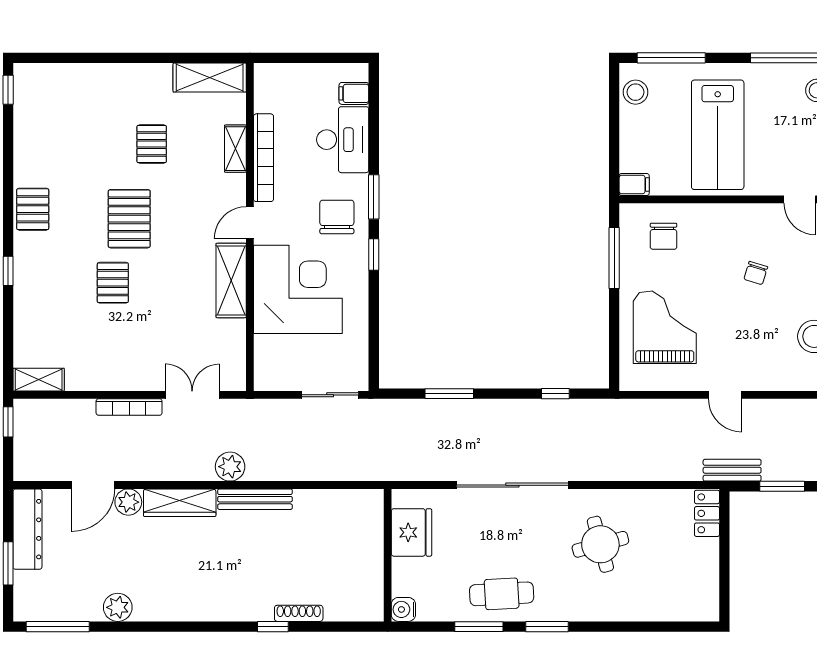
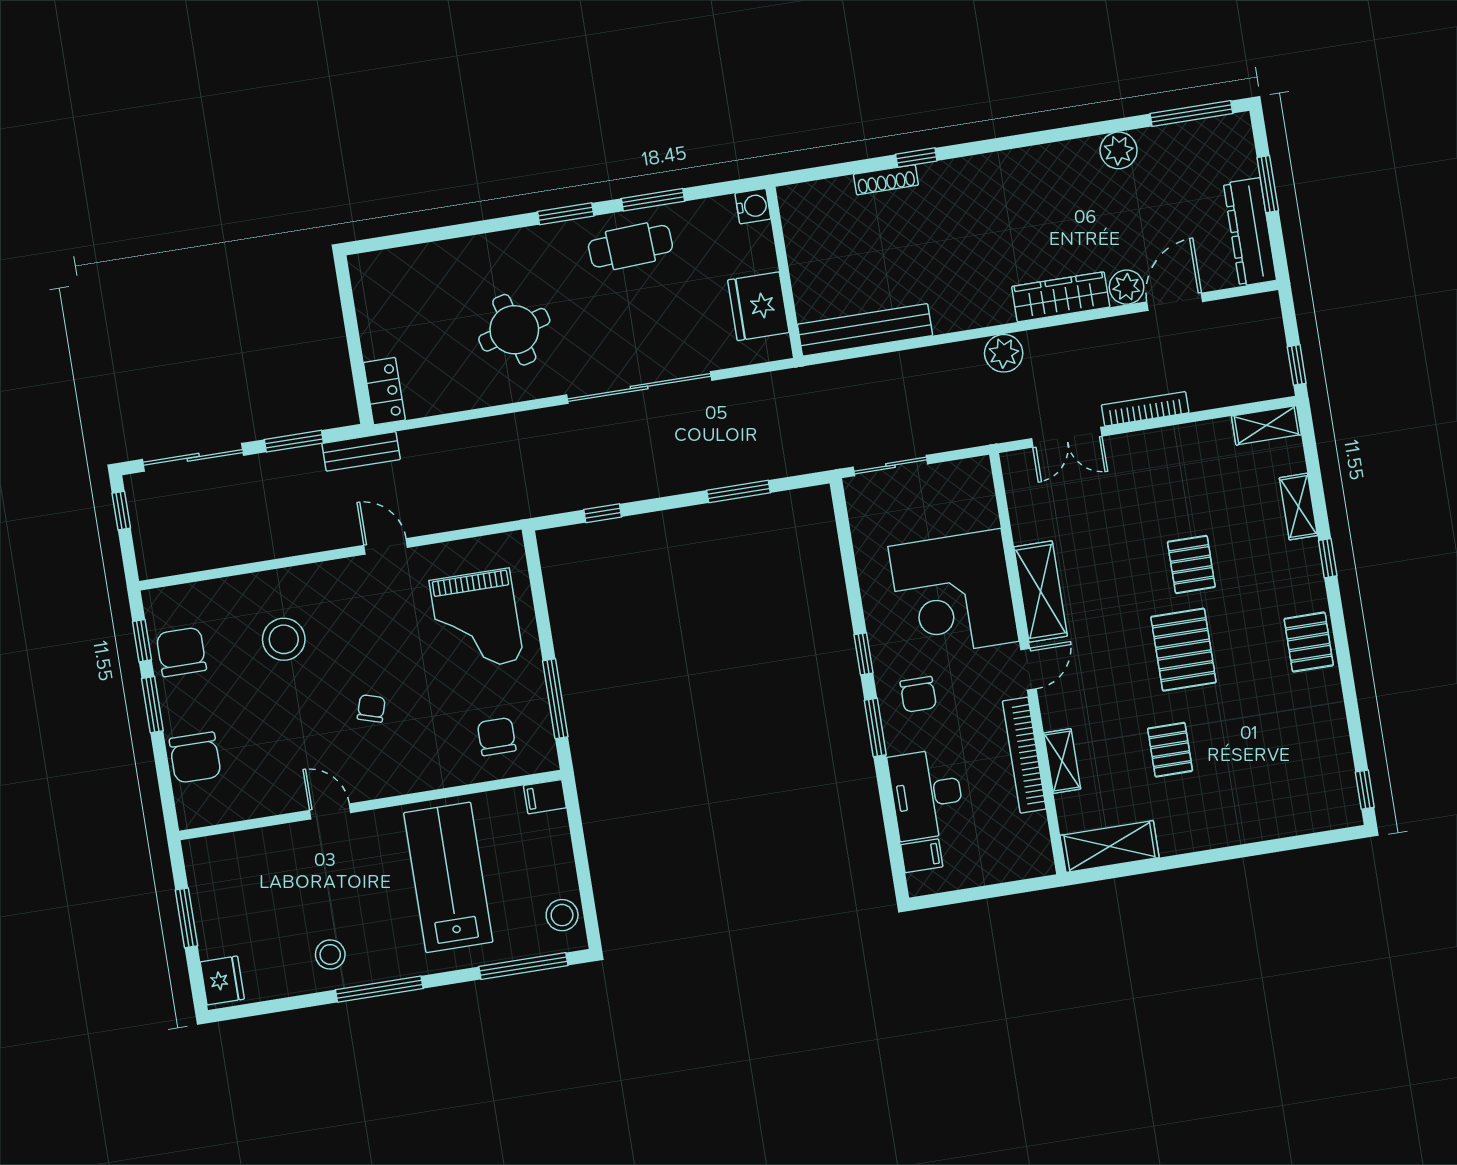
chair: (337, 217) -> (918, 694), width x0.73, depth x0.73
shelving: (24, 314) -> (1298, 507), added
bench: (255, 499) -> (865, 330), moved, width x1.37, depth x1.21

